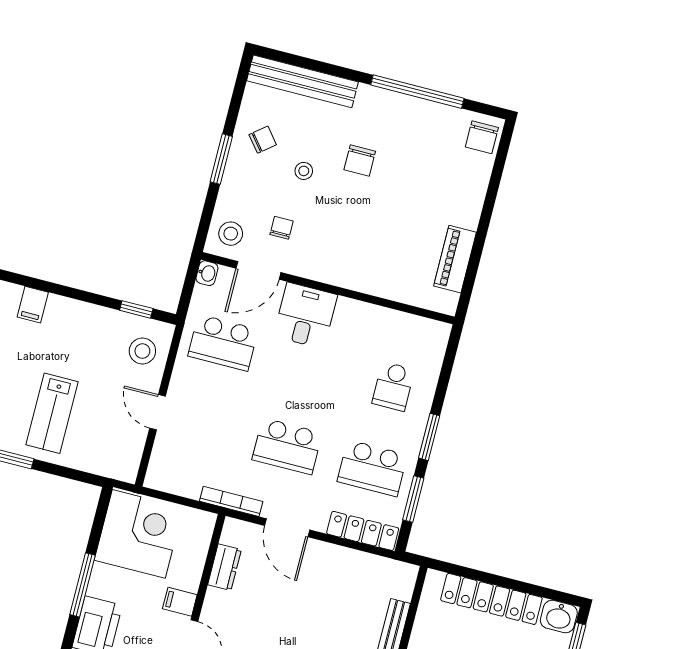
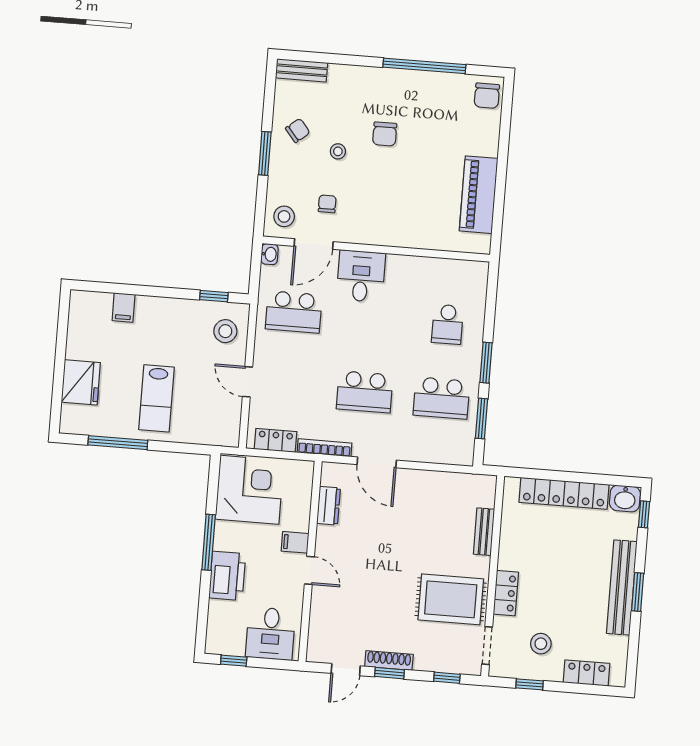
bench: (302, 81) -> (302, 70), width x0.54, depth x0.82
piano: (455, 259) -> (479, 195), width x1.37, depth x1.33
locker: (363, 531) -> (275, 440), moved, width x0.66

